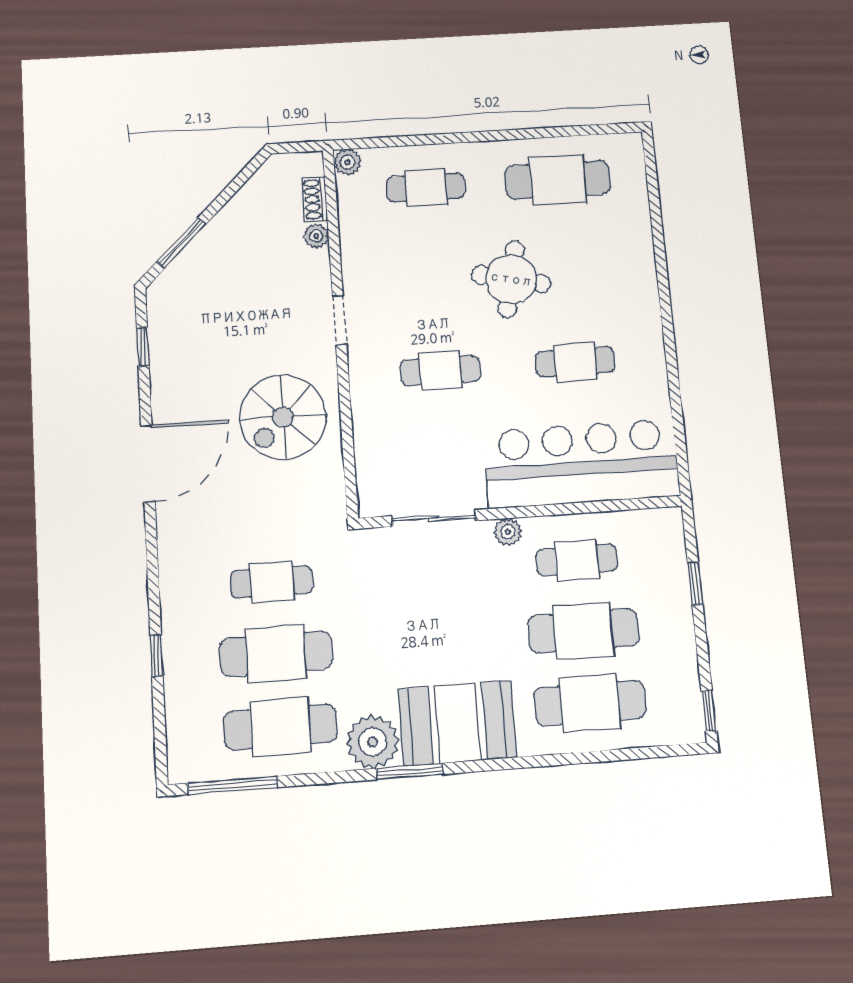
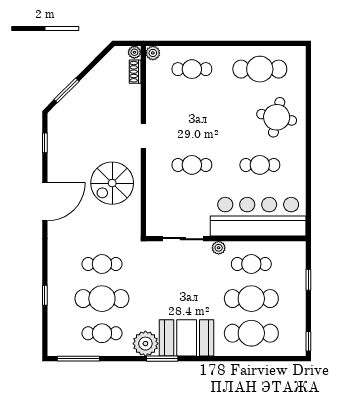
plant: (316, 236) -> (134, 52), moved
round table: (511, 279) -> (277, 117), moved
cafe table: (280, 727) -> (102, 333), width x0.73, depth x0.74

